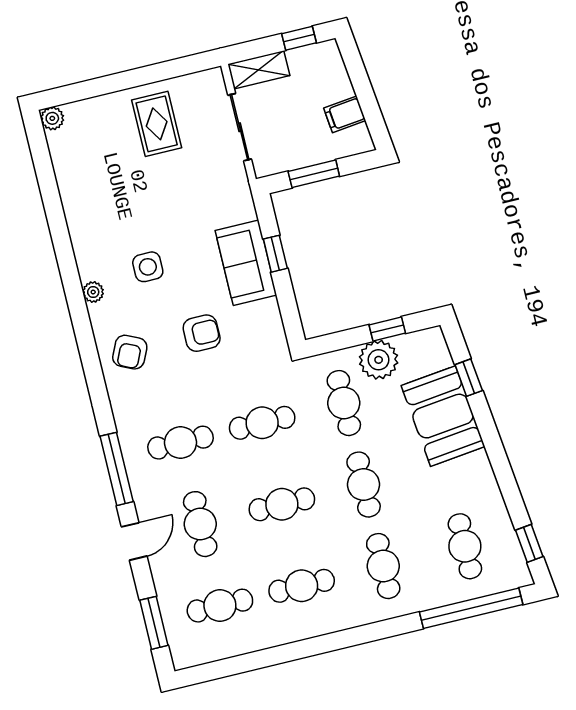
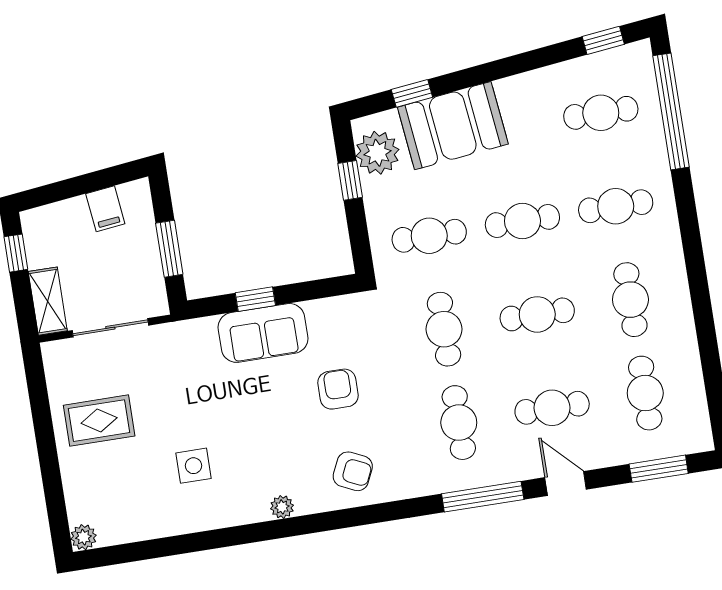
side table: (148, 267) -> (193, 466), moved
plant: (379, 360) -> (377, 153), moved
cafe table: (282, 504) -> (537, 314), turned 90

